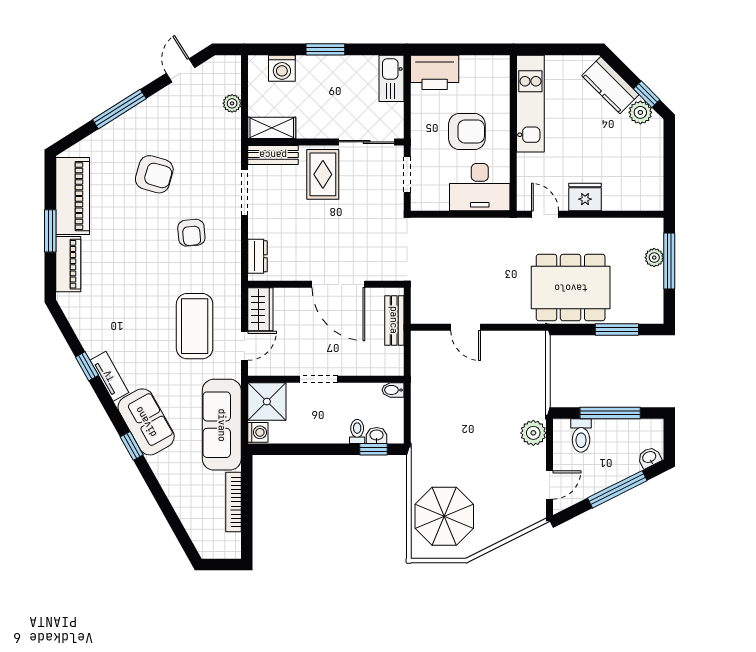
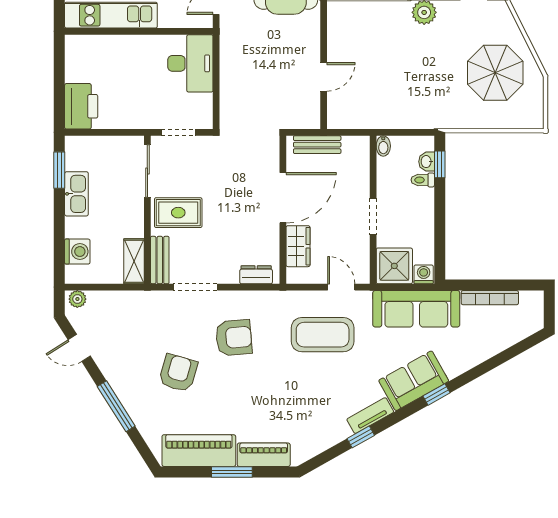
window: (325, 49) -> (59, 170), moved
kitchen sink: (391, 78) -> (76, 194), moved, turned -90
plant: (232, 103) -> (77, 299), moved
armchair: (467, 132) -> (137, 76), removed
armchair: (191, 233) -> (234, 338), width x1.38, depth x1.38
wardrobe: (260, 309) -> (298, 246), moved, turned 90
parasol: (444, 516) -> (495, 73), moved

